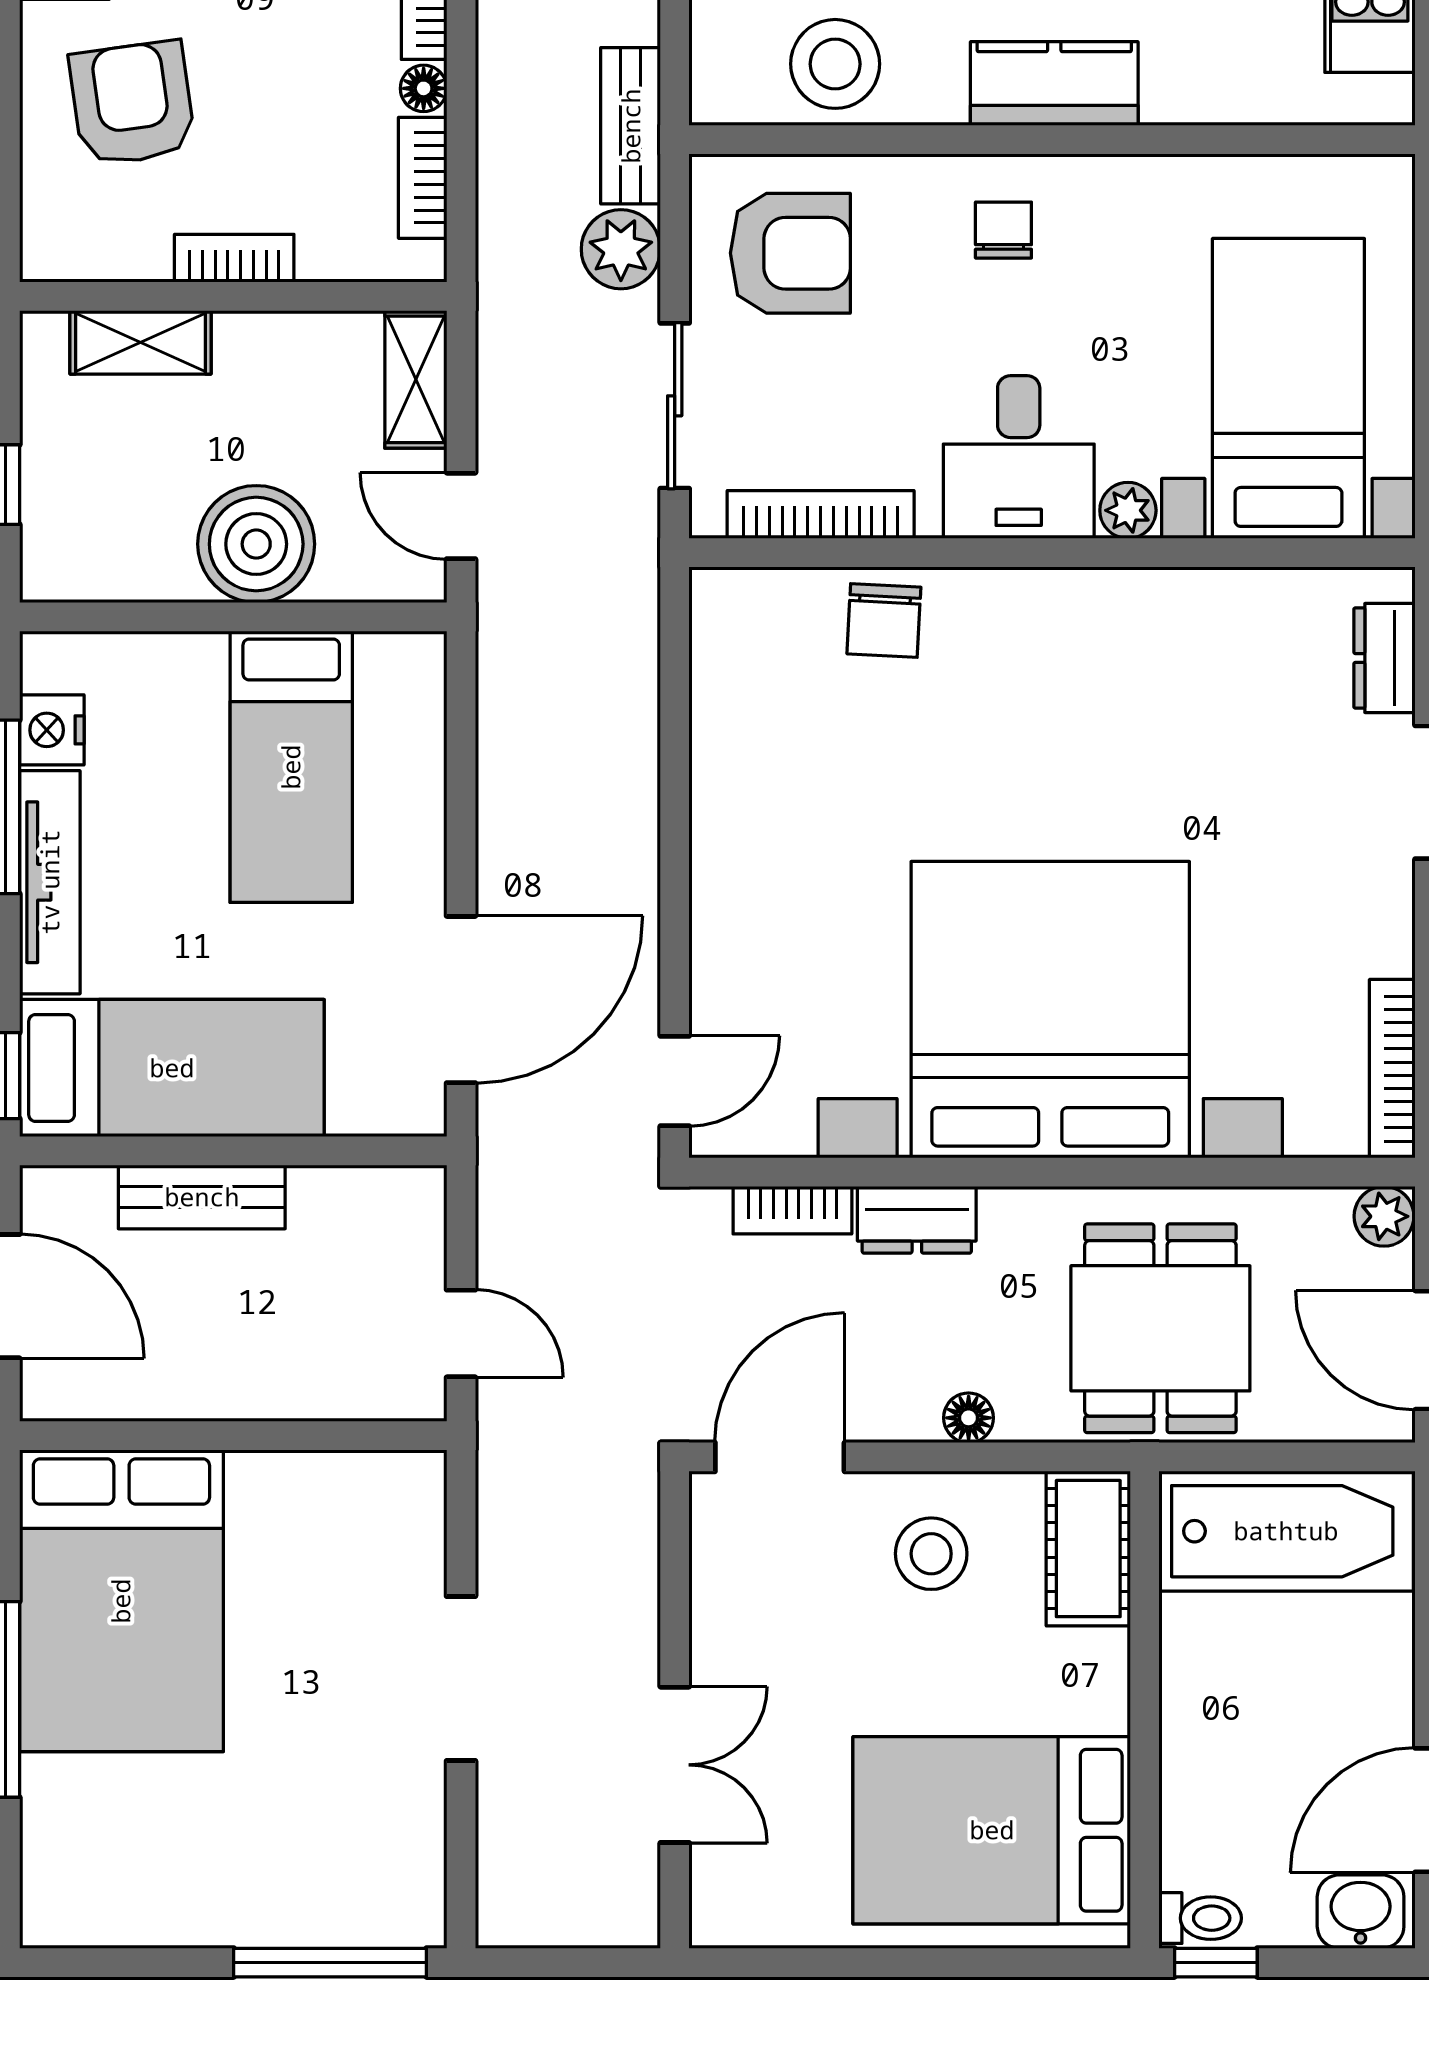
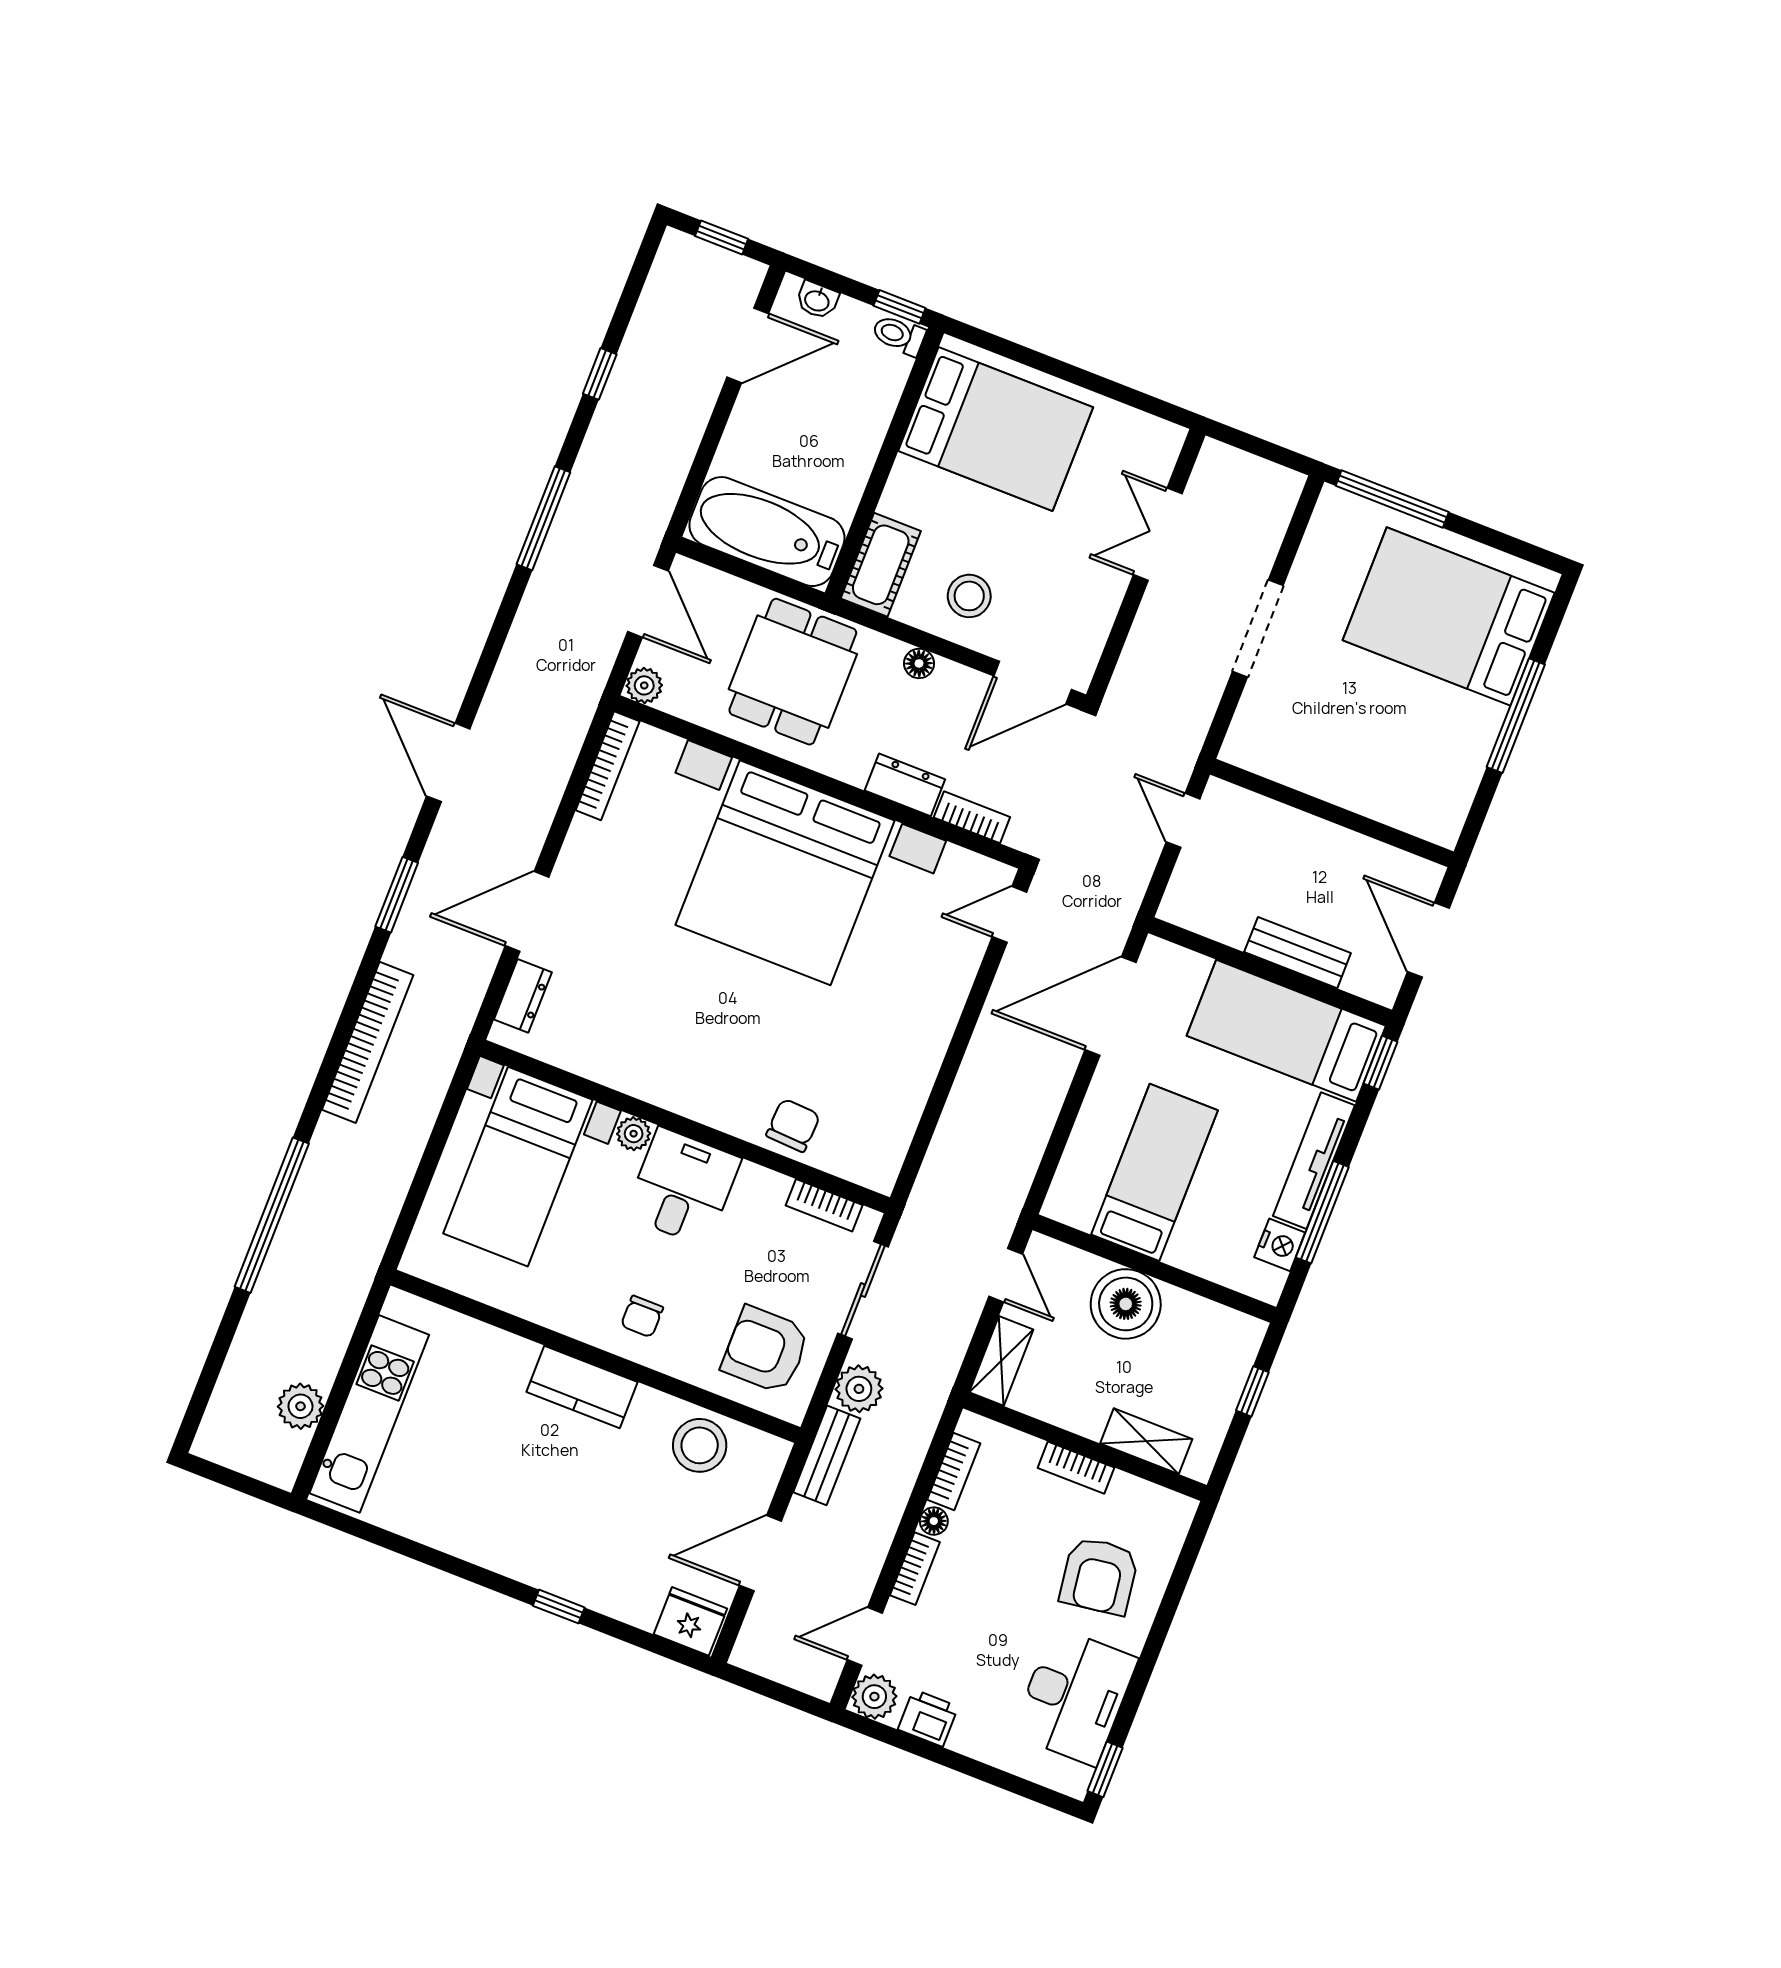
bookcase: (821, 515) -> (824, 1205), width x0.64
bed: (121, 1601) -> (1449, 616), moved, turned -90
washbasin: (1361, 1912) -> (817, 300), width x0.72, depth x0.69

